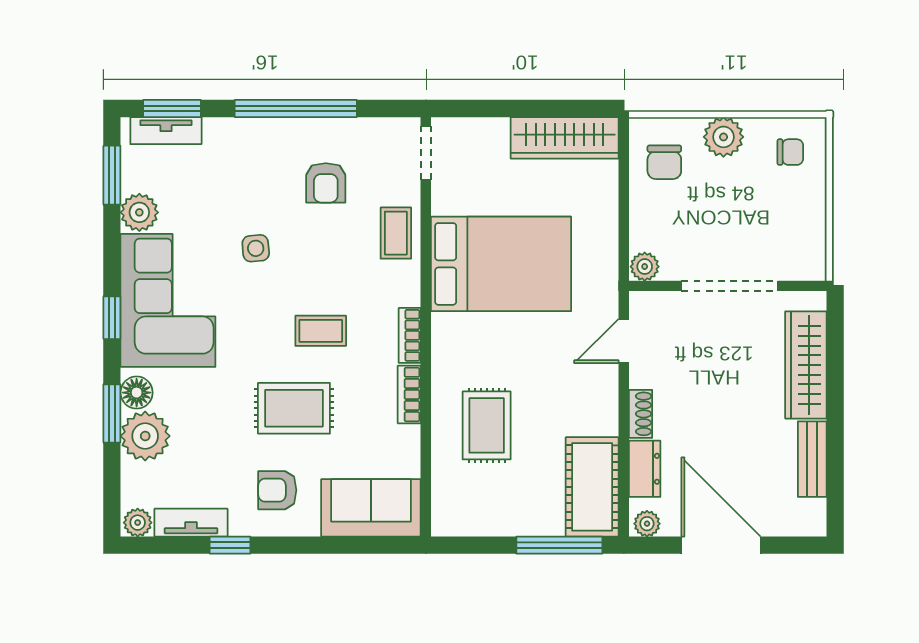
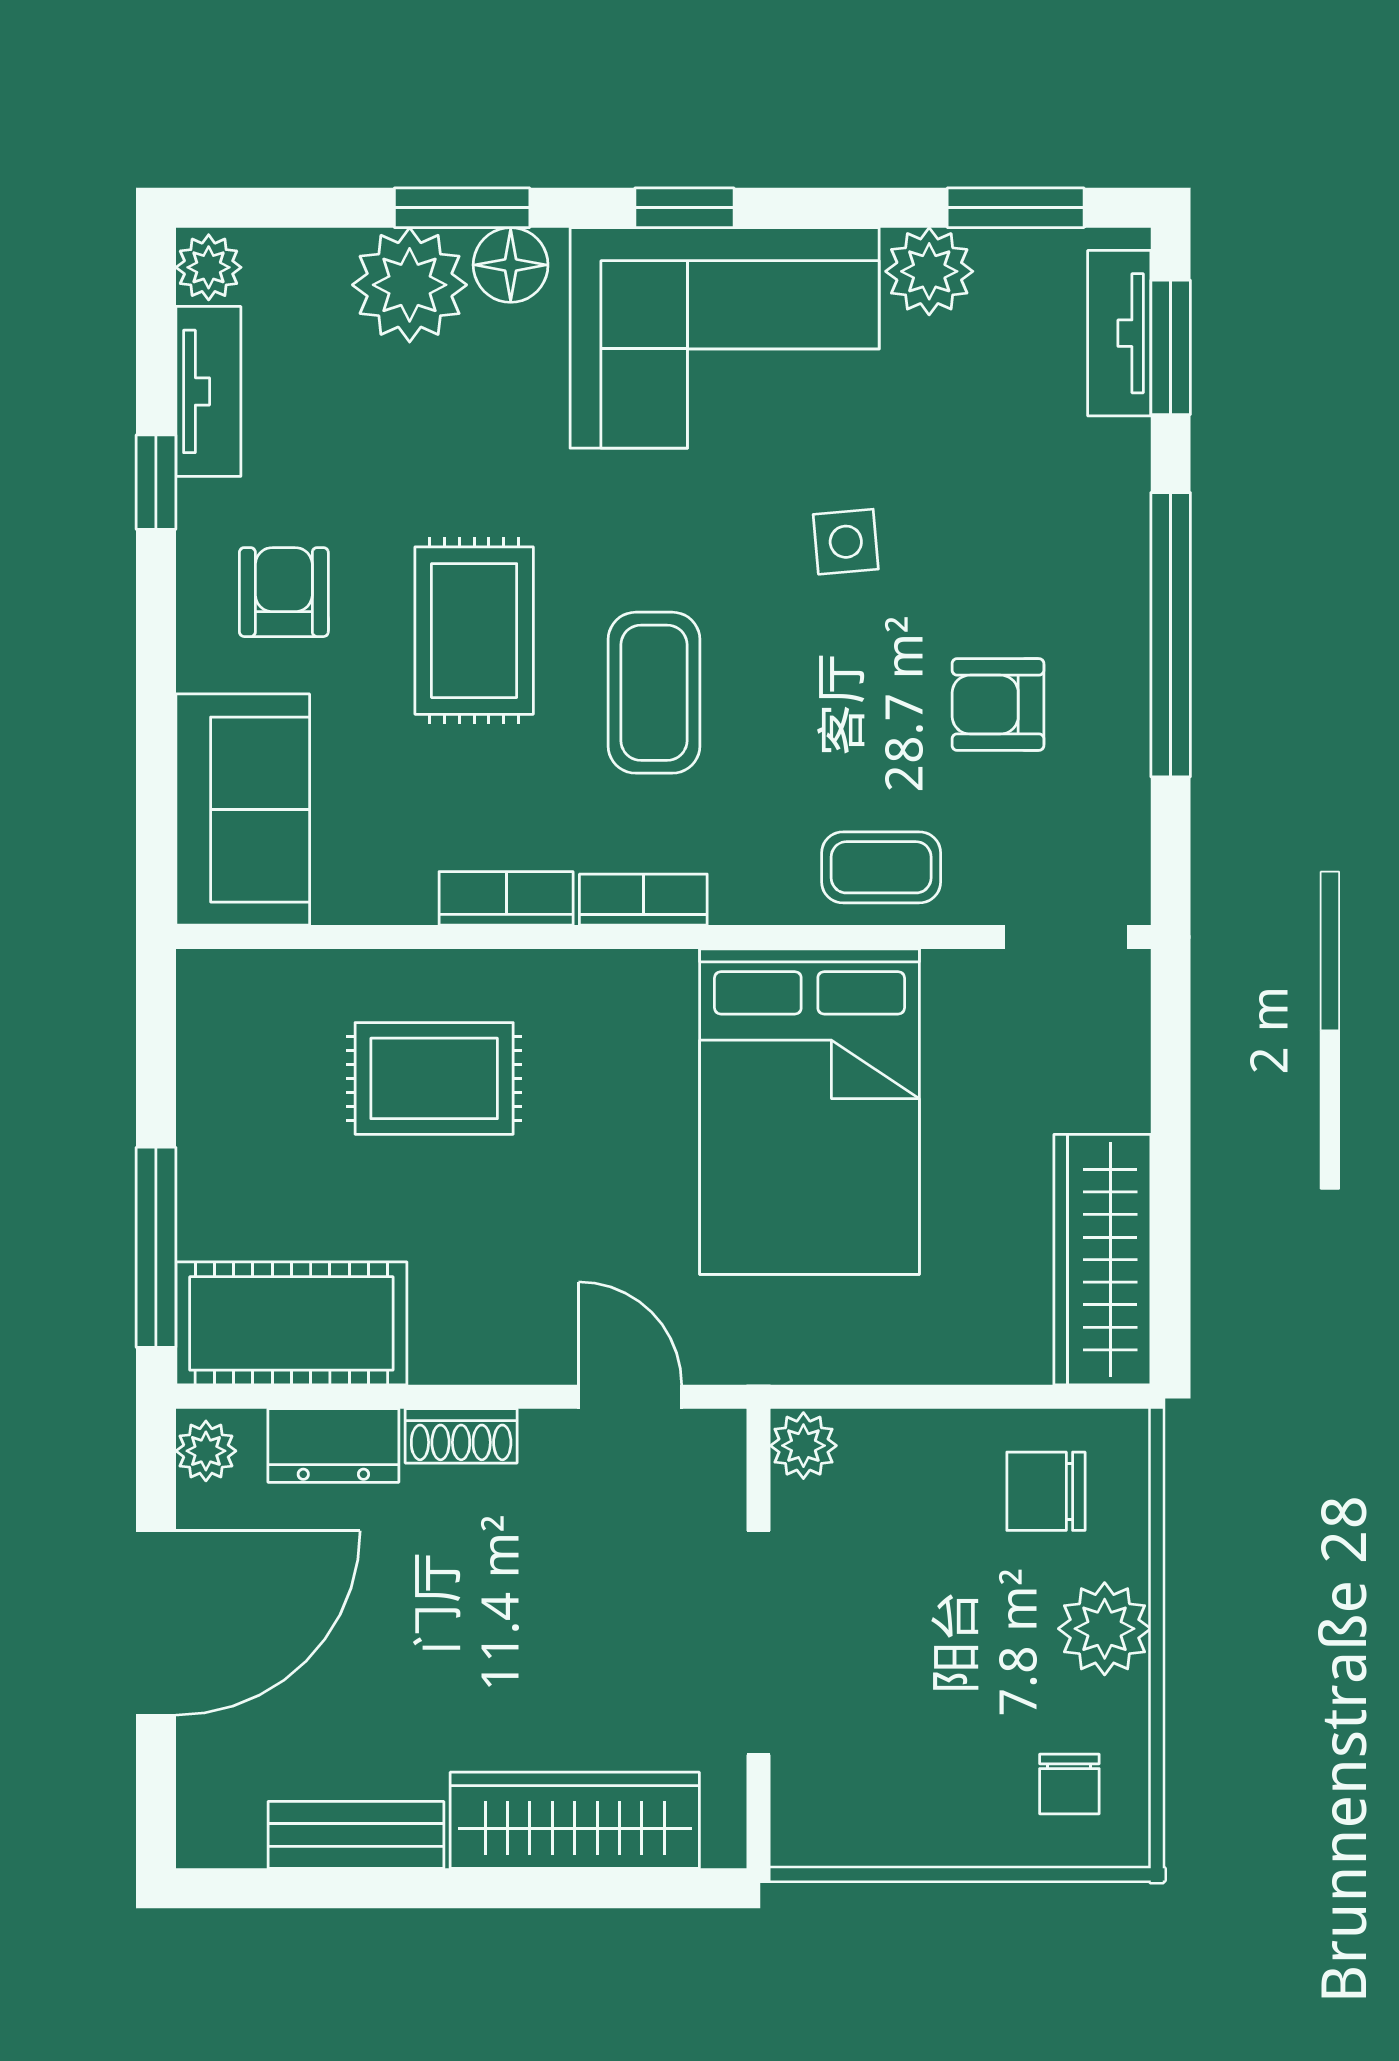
coffee table: (321, 331) -> (654, 693), width x1.36, depth x1.30

